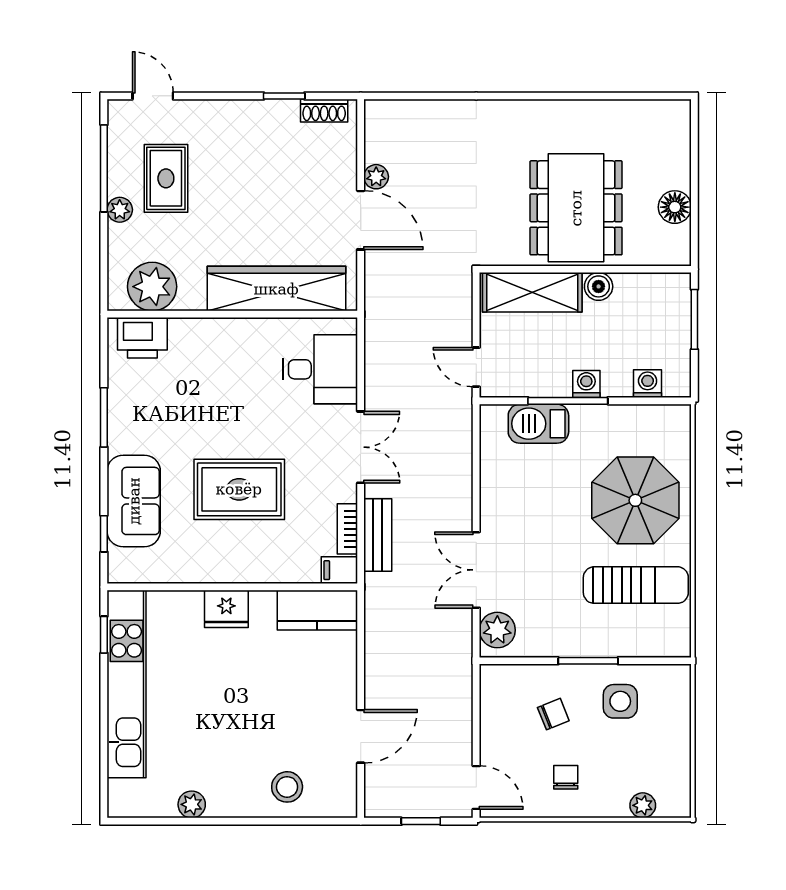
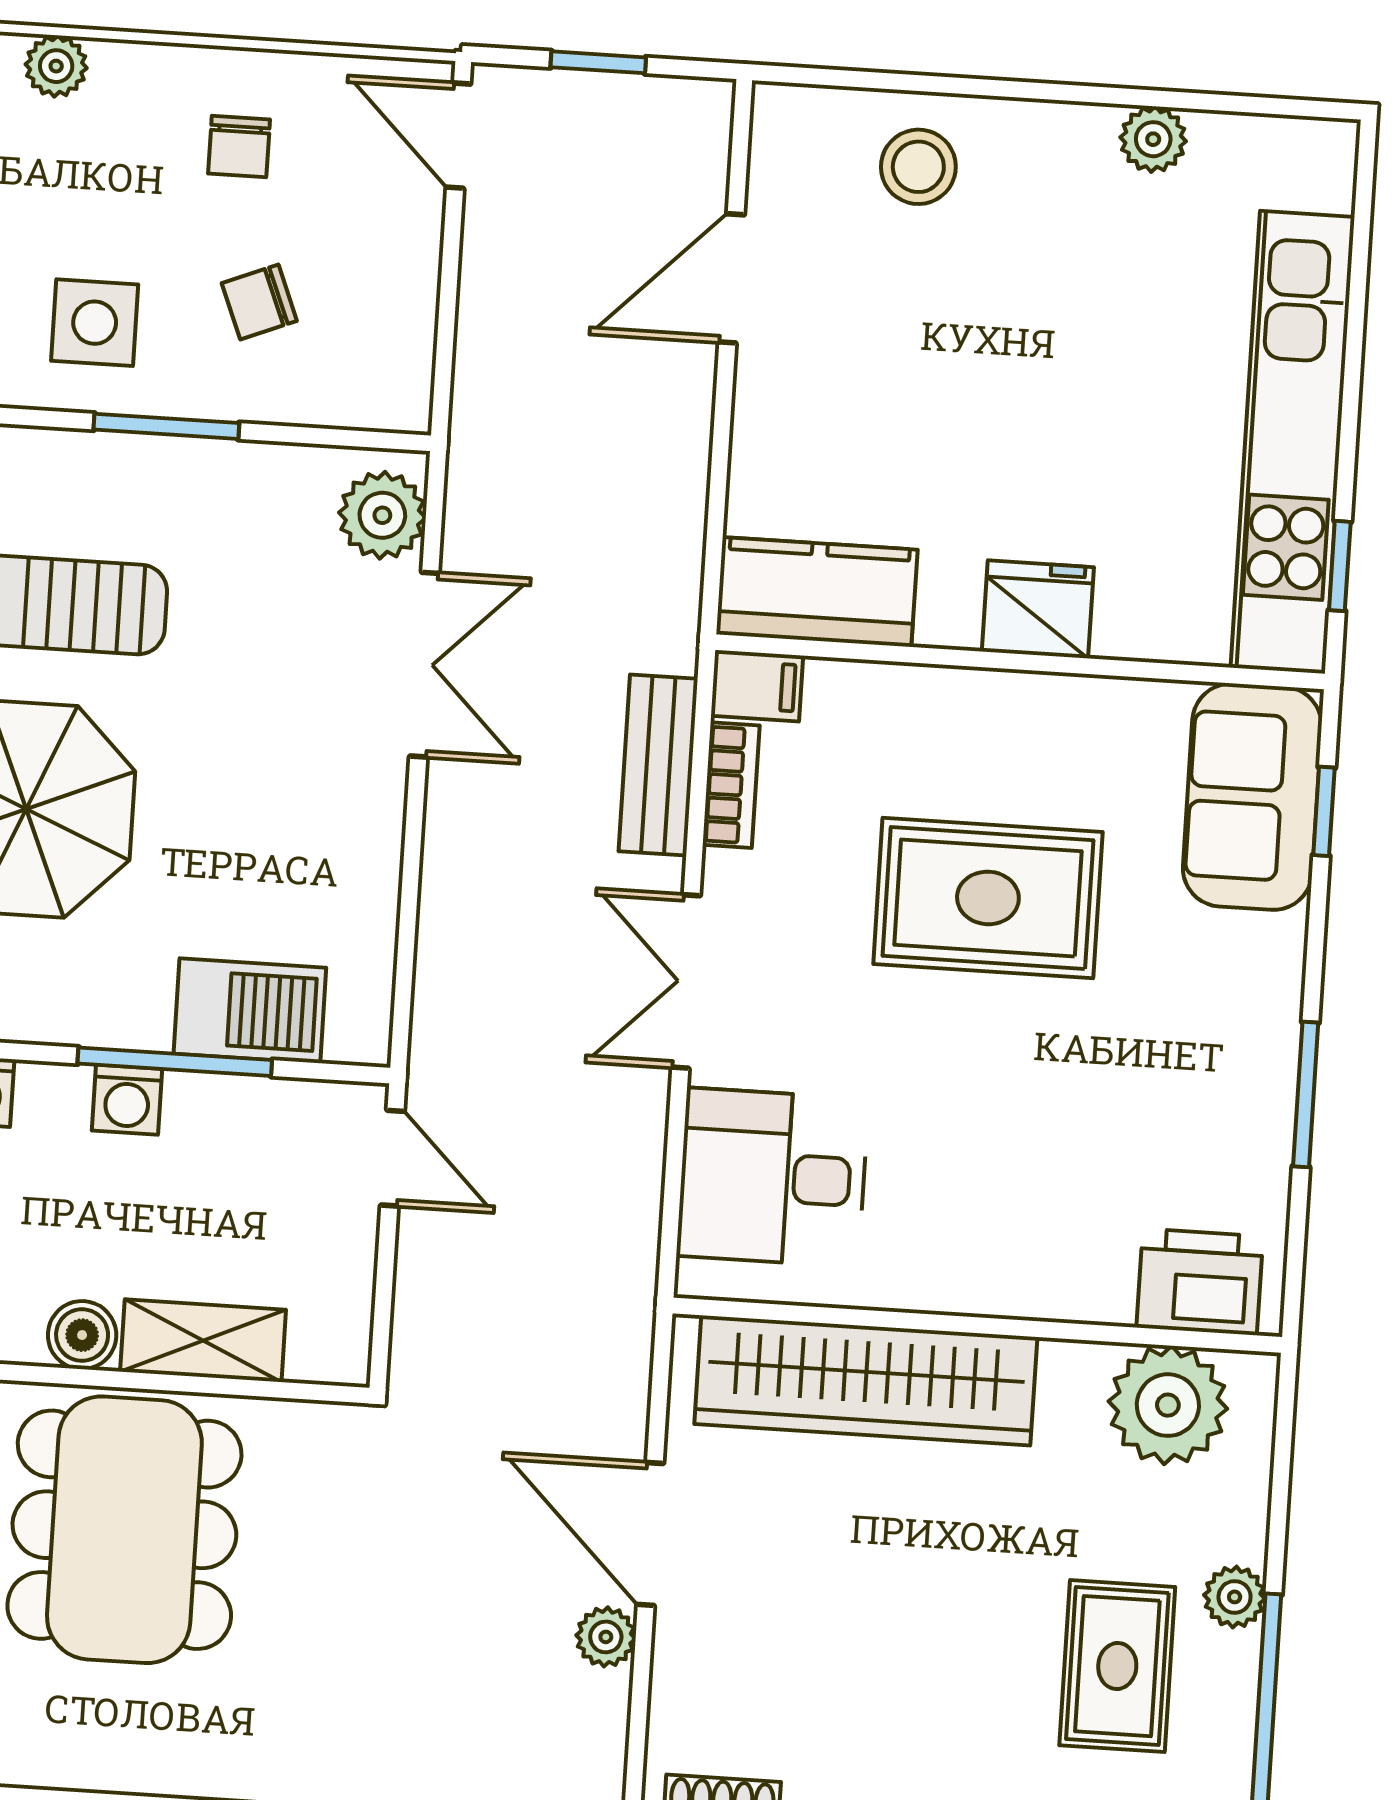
shelving: (532, 292) -> (203, 1341), width x0.67, depth x0.75
sofa: (134, 501) -> (1252, 797), moved

